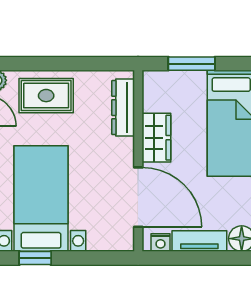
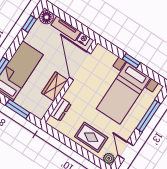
dresser: (123, 108) -> (61, 110), width x0.70
window: (35, 258) -> (131, 61), moved

